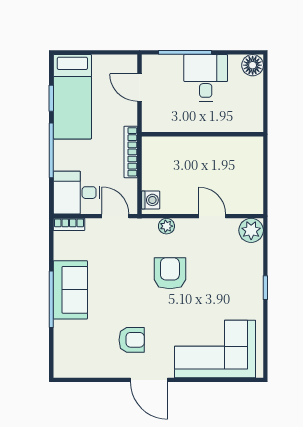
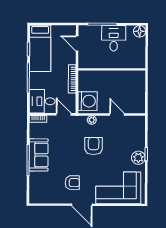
washing machine: (151, 200) -> (88, 101), width x1.89, depth x1.89
plant: (251, 230) -> (138, 158), moved

